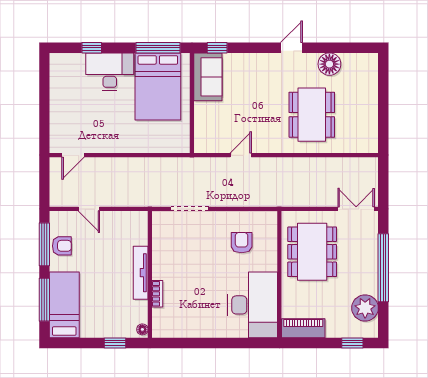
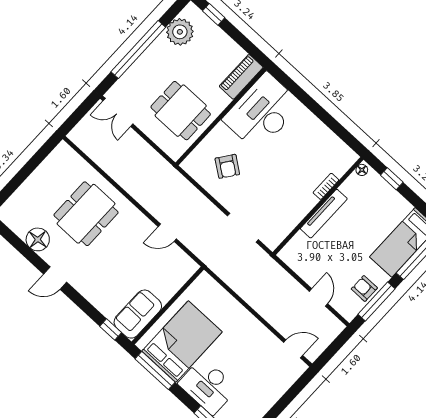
armchair: (242, 243) -> (227, 166), turned -54
dining table: (312, 252) -> (181, 111), width x0.73
piano: (303, 328) -> (241, 77), moved, turned 90

